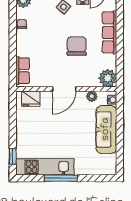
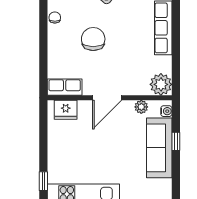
chair: (77, 46) -> (93, 39), moved
row of seats: (23, 71) -> (65, 87), moved, turned -90
window: (120, 124) -> (176, 141), added

